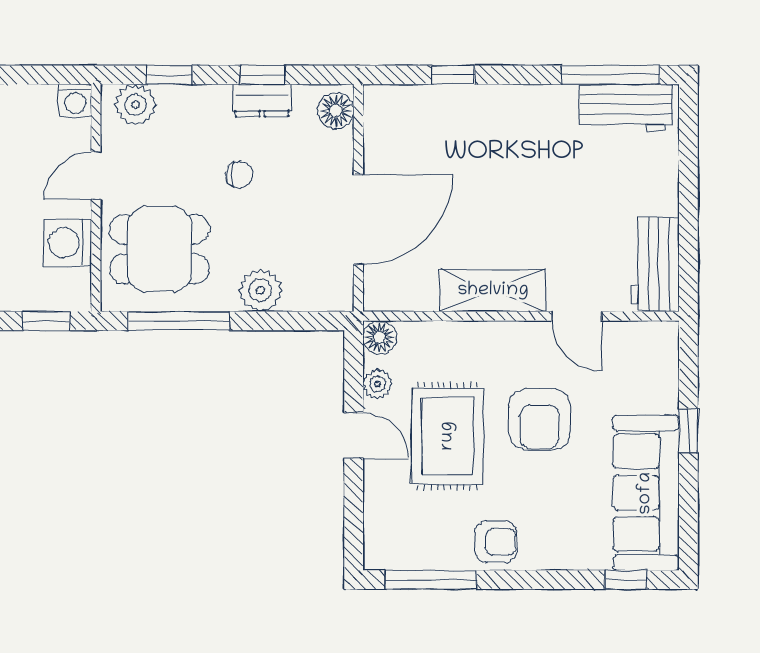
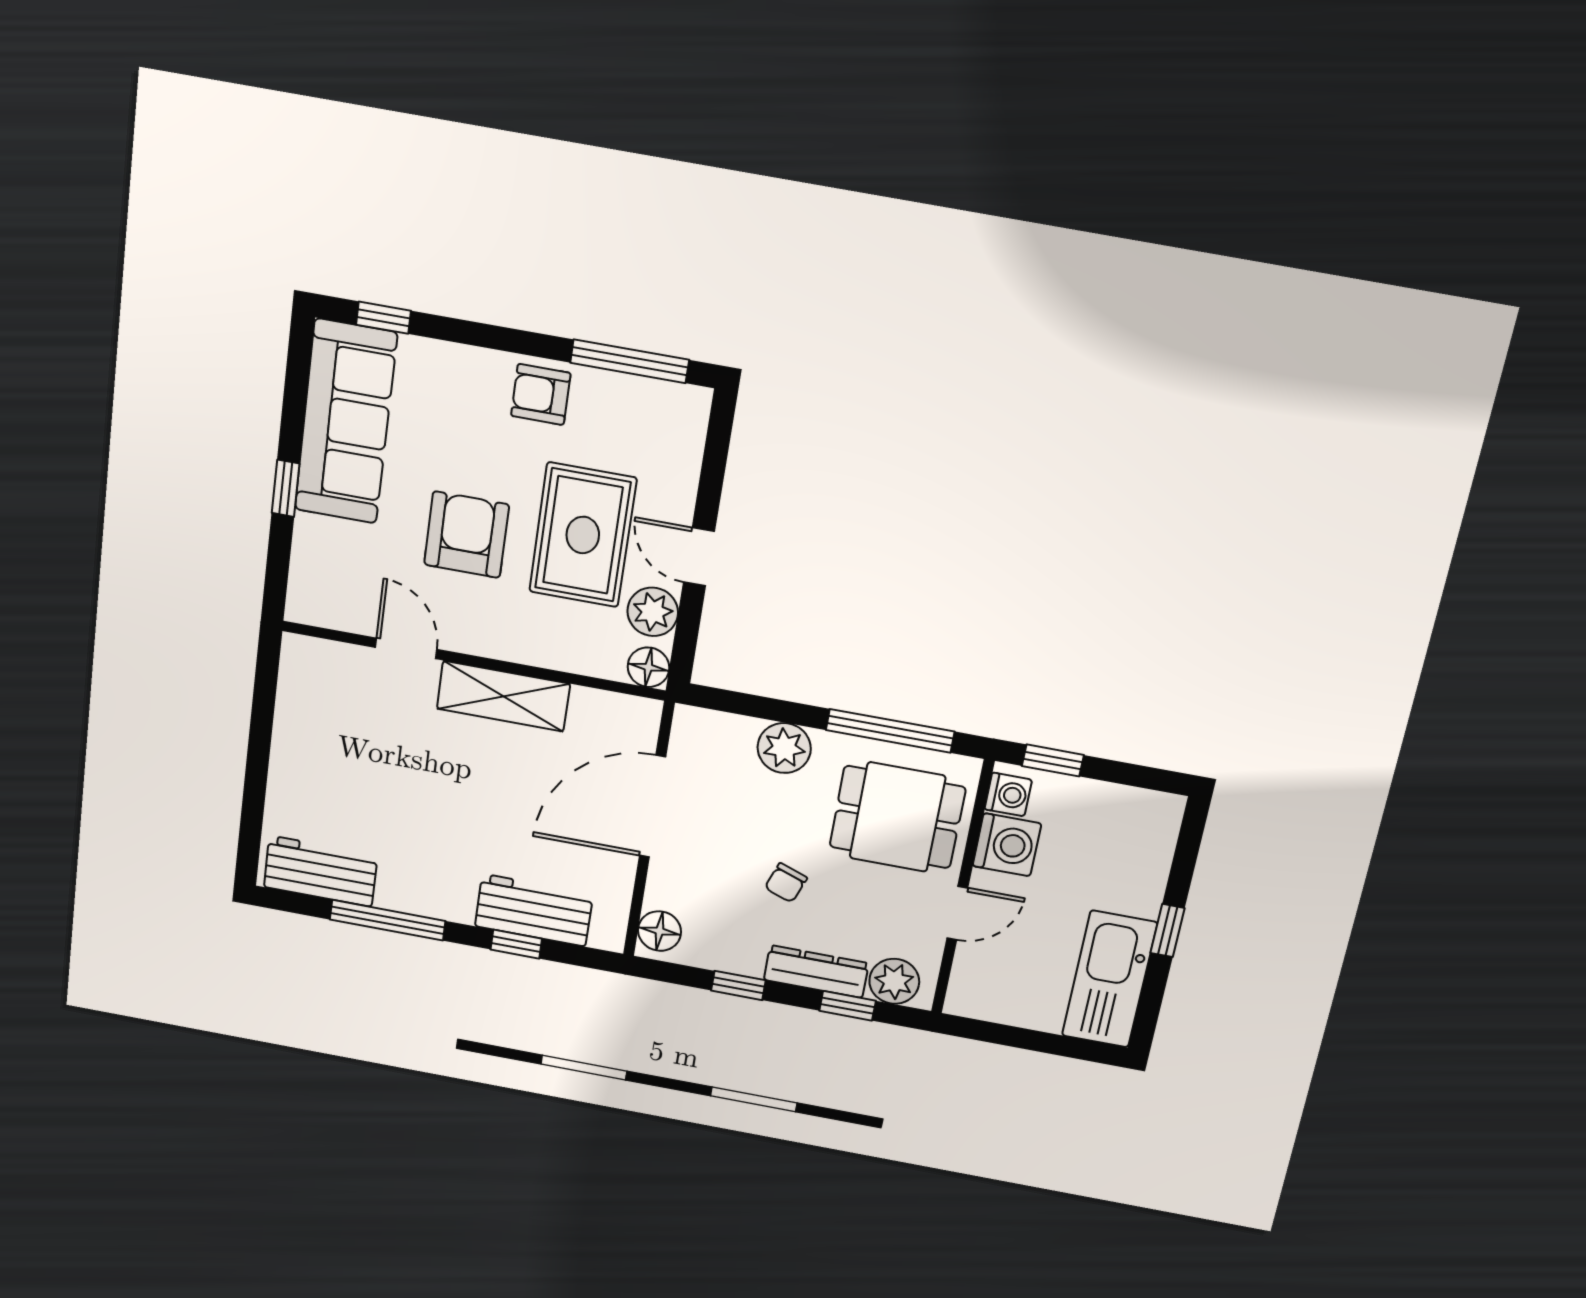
window: (611, 75) -> (388, 920), moved
washing machine: (75, 100) -> (1008, 795), moved, turned 90
dresser: (262, 100) -> (816, 972), moved, width x1.44
chair: (239, 174) -> (786, 883), turned -70
workbench: (655, 264) -> (534, 910), moved, turned -90
plant: (378, 384) -> (653, 612), width x1.38, depth x1.38

